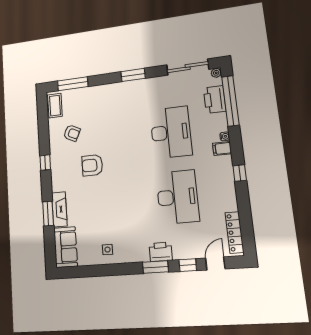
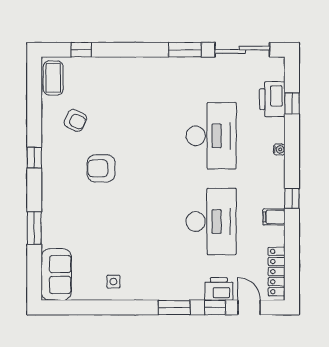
plant: (216, 73) -> (278, 63), removed
window: (133, 75) -> (185, 50), moved
window: (73, 84) -> (81, 50), width x0.46
window: (230, 101) -> (292, 103), width x0.32
filing cabinet: (222, 149) -> (274, 217), moved
fireplace: (59, 209) -> (51, 224), removed
printer: (161, 252) -> (219, 289), moved
door: (215, 263) -> (249, 307), hinge flipped

